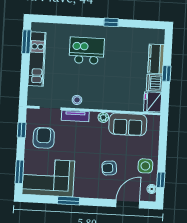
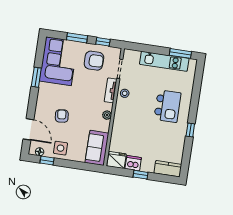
kitchen counter: (156, 59) -> (168, 169), moved
sofa: (128, 124) -> (97, 148), moved
window: (19, 172) -> (77, 38), moved

